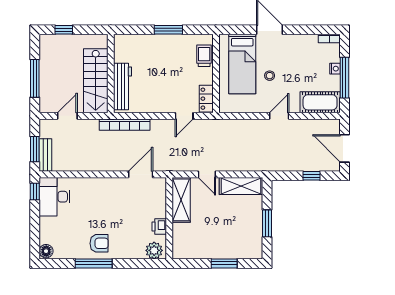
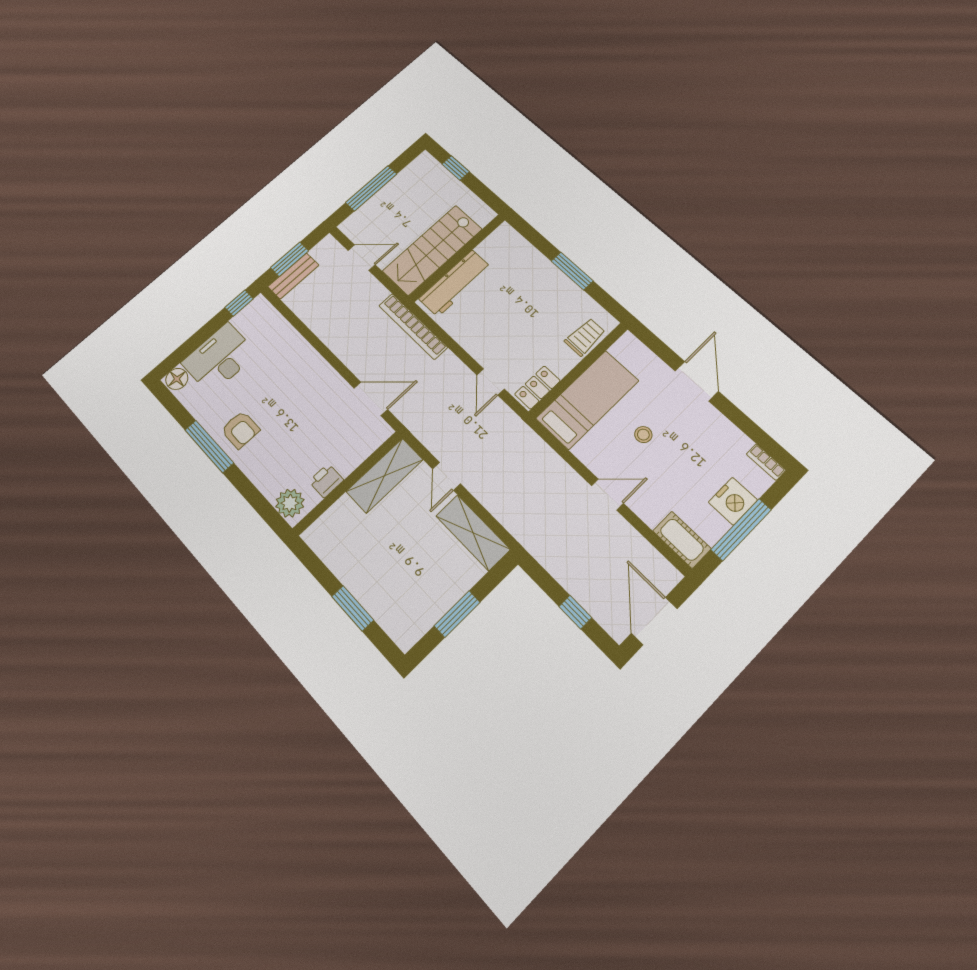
bed: (242, 64) -> (587, 400), moved, turned 180
nightstand: (335, 69) -> (733, 501), width x1.89, depth x1.79
cot: (320, 102) -> (682, 540), width x0.73, depth x0.75
door: (184, 116) -> (491, 382), hinge flipped
desk: (54, 197) -> (219, 358), moved

